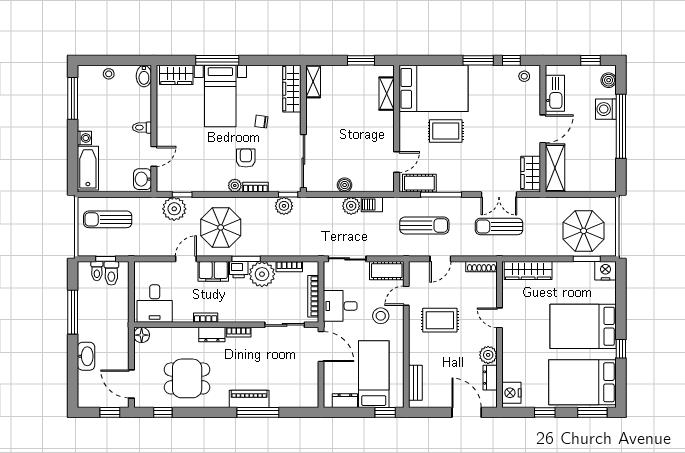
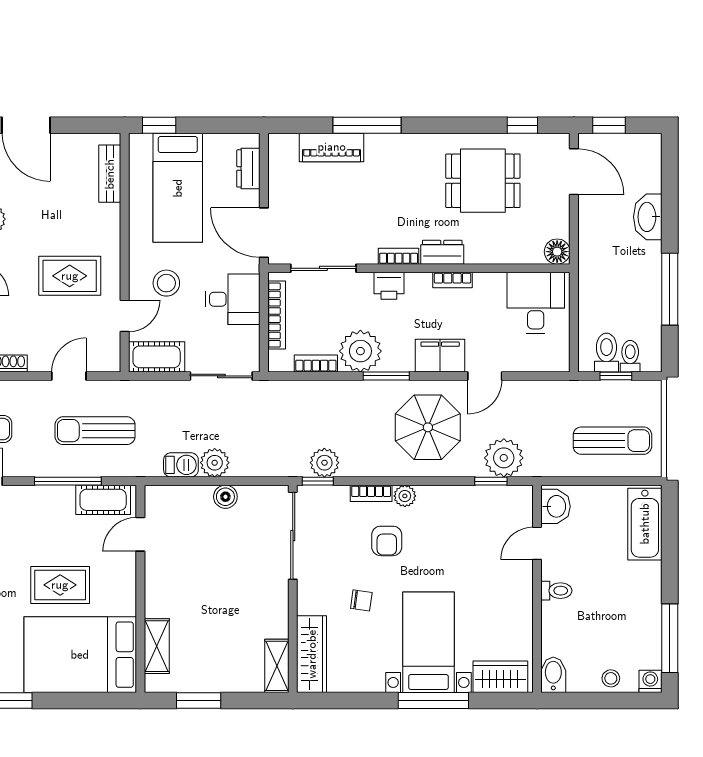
washing machine: (84, 138) -> (650, 681), moved, turned 90
printer: (239, 270) -> (389, 286), moved, turned 180
piano: (249, 399) -> (332, 147), moved
dresser: (345, 401) -> (248, 168), moved, turned 90

